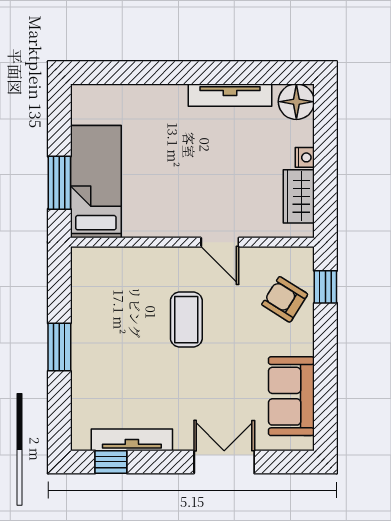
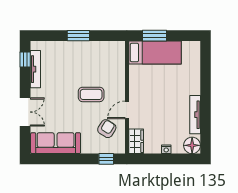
wardrobe: (299, 196) -> (136, 141), moved, turned 90
armchair: (285, 299) -> (107, 129), moved
sofa: (291, 396) -> (56, 143), width x1.36

